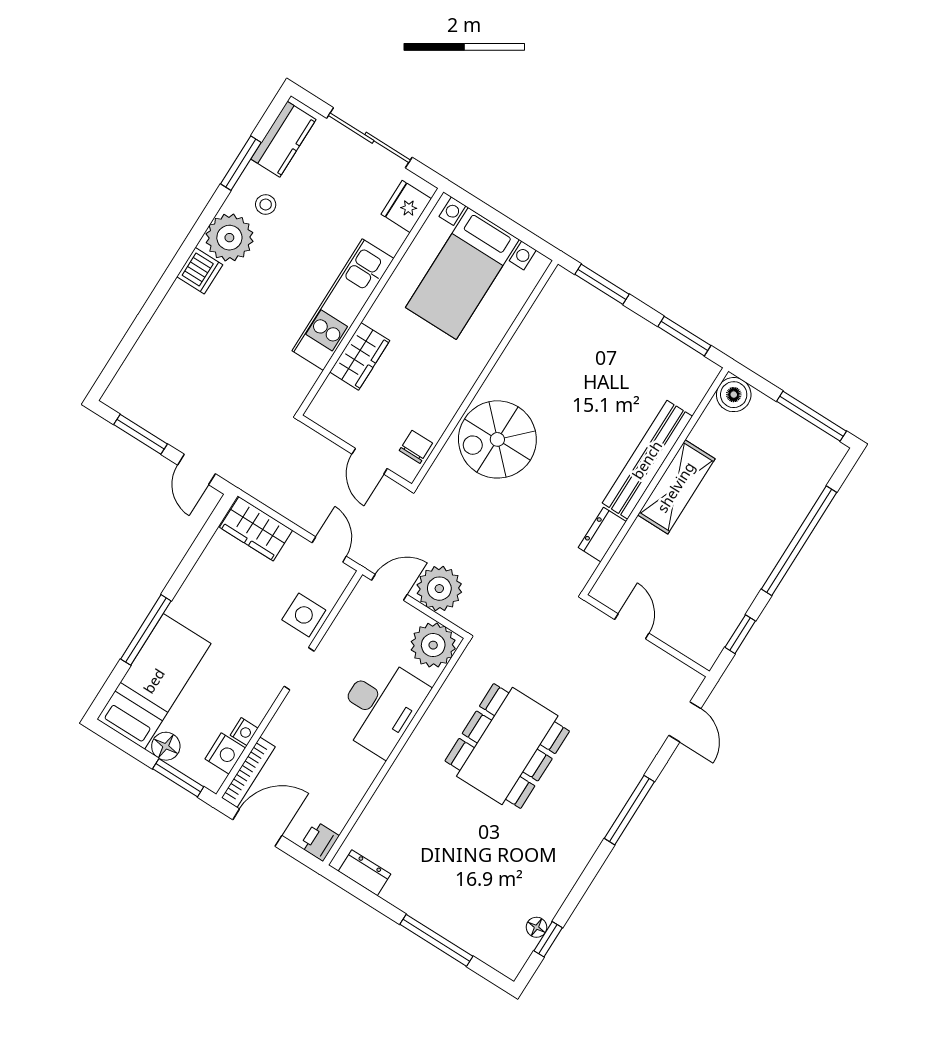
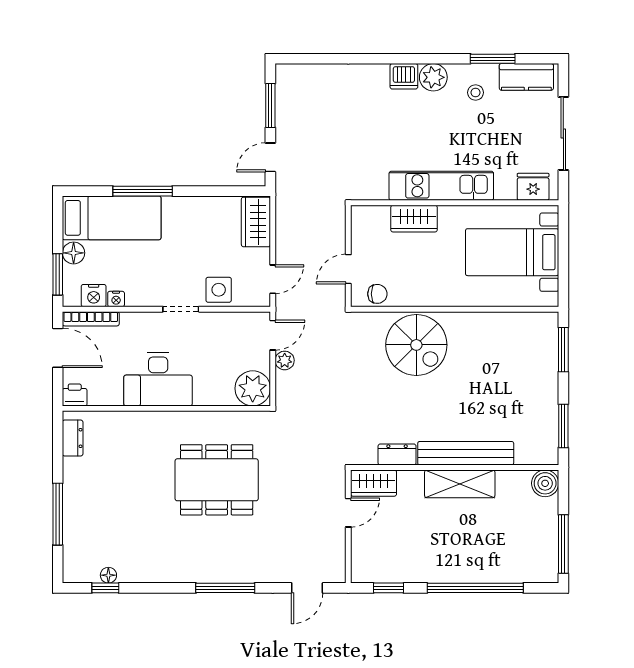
plant: (229, 238) -> (433, 77), width x0.73, depth x0.73
spiral stairs: (497, 439) -> (416, 345), turned 180
wardrobe: (617, 579) -> (374, 483), added
door: (389, 587) -> (273, 335), hinge flipped
plant: (439, 589) -> (285, 360), width x0.53, depth x0.53
desk: (381, 707) -> (158, 379), moved

